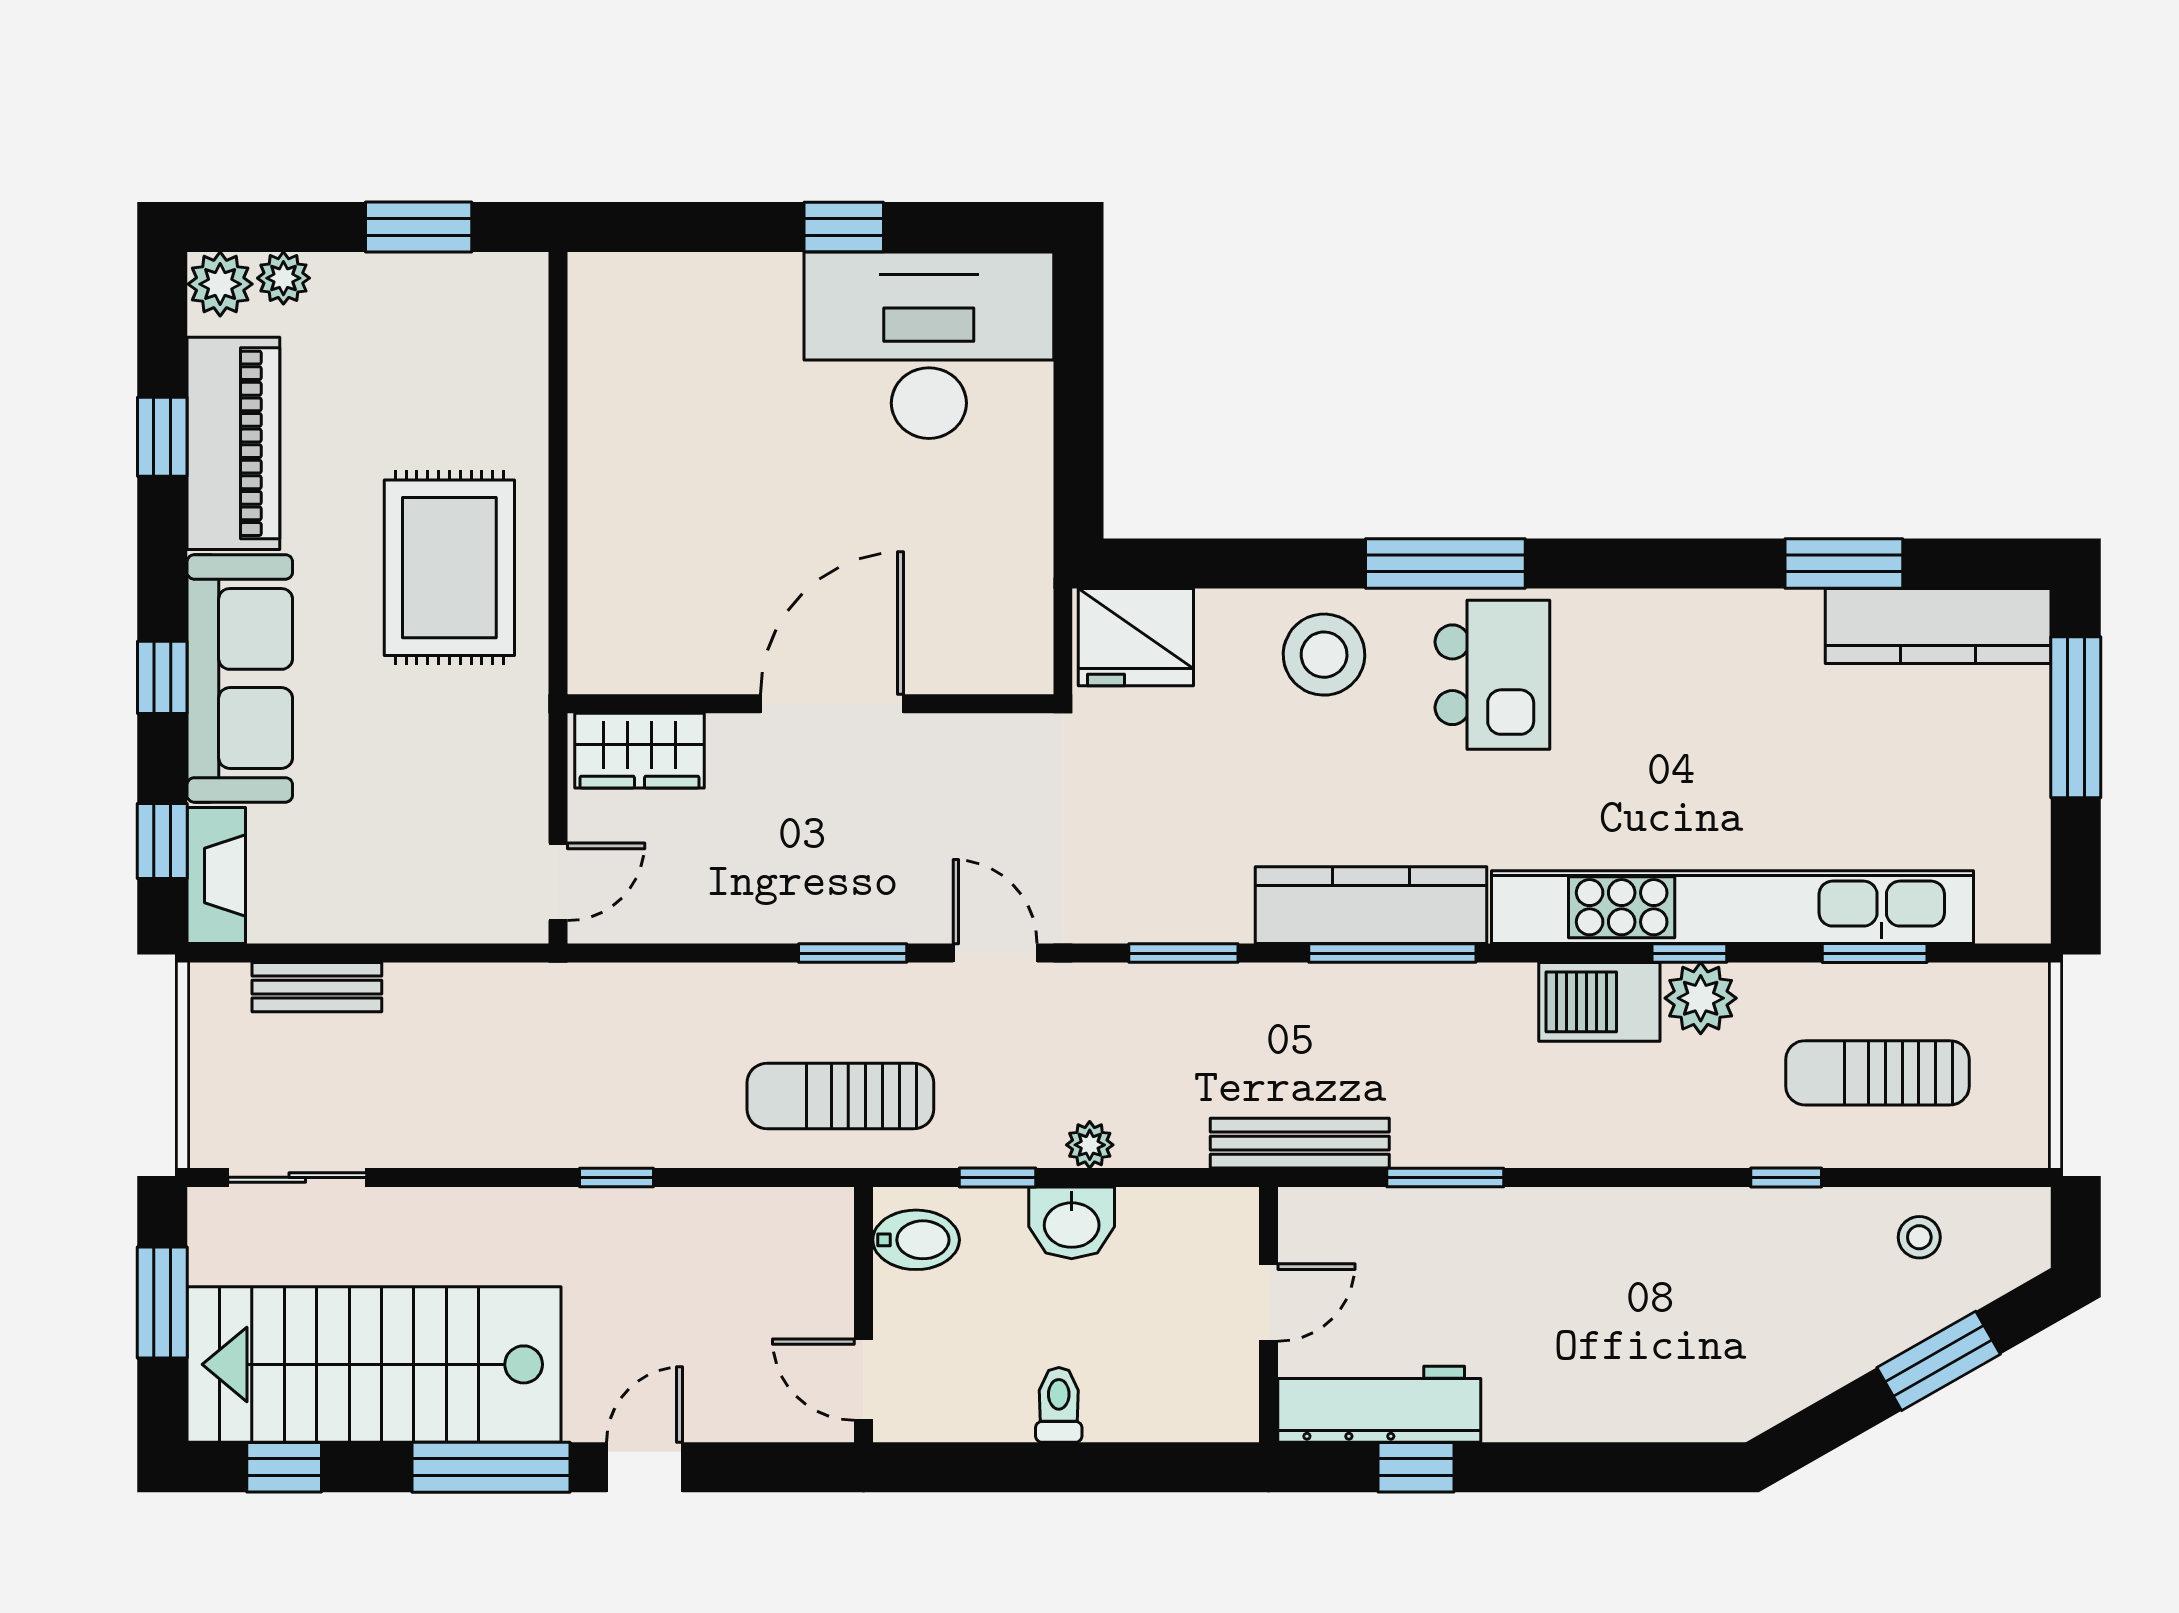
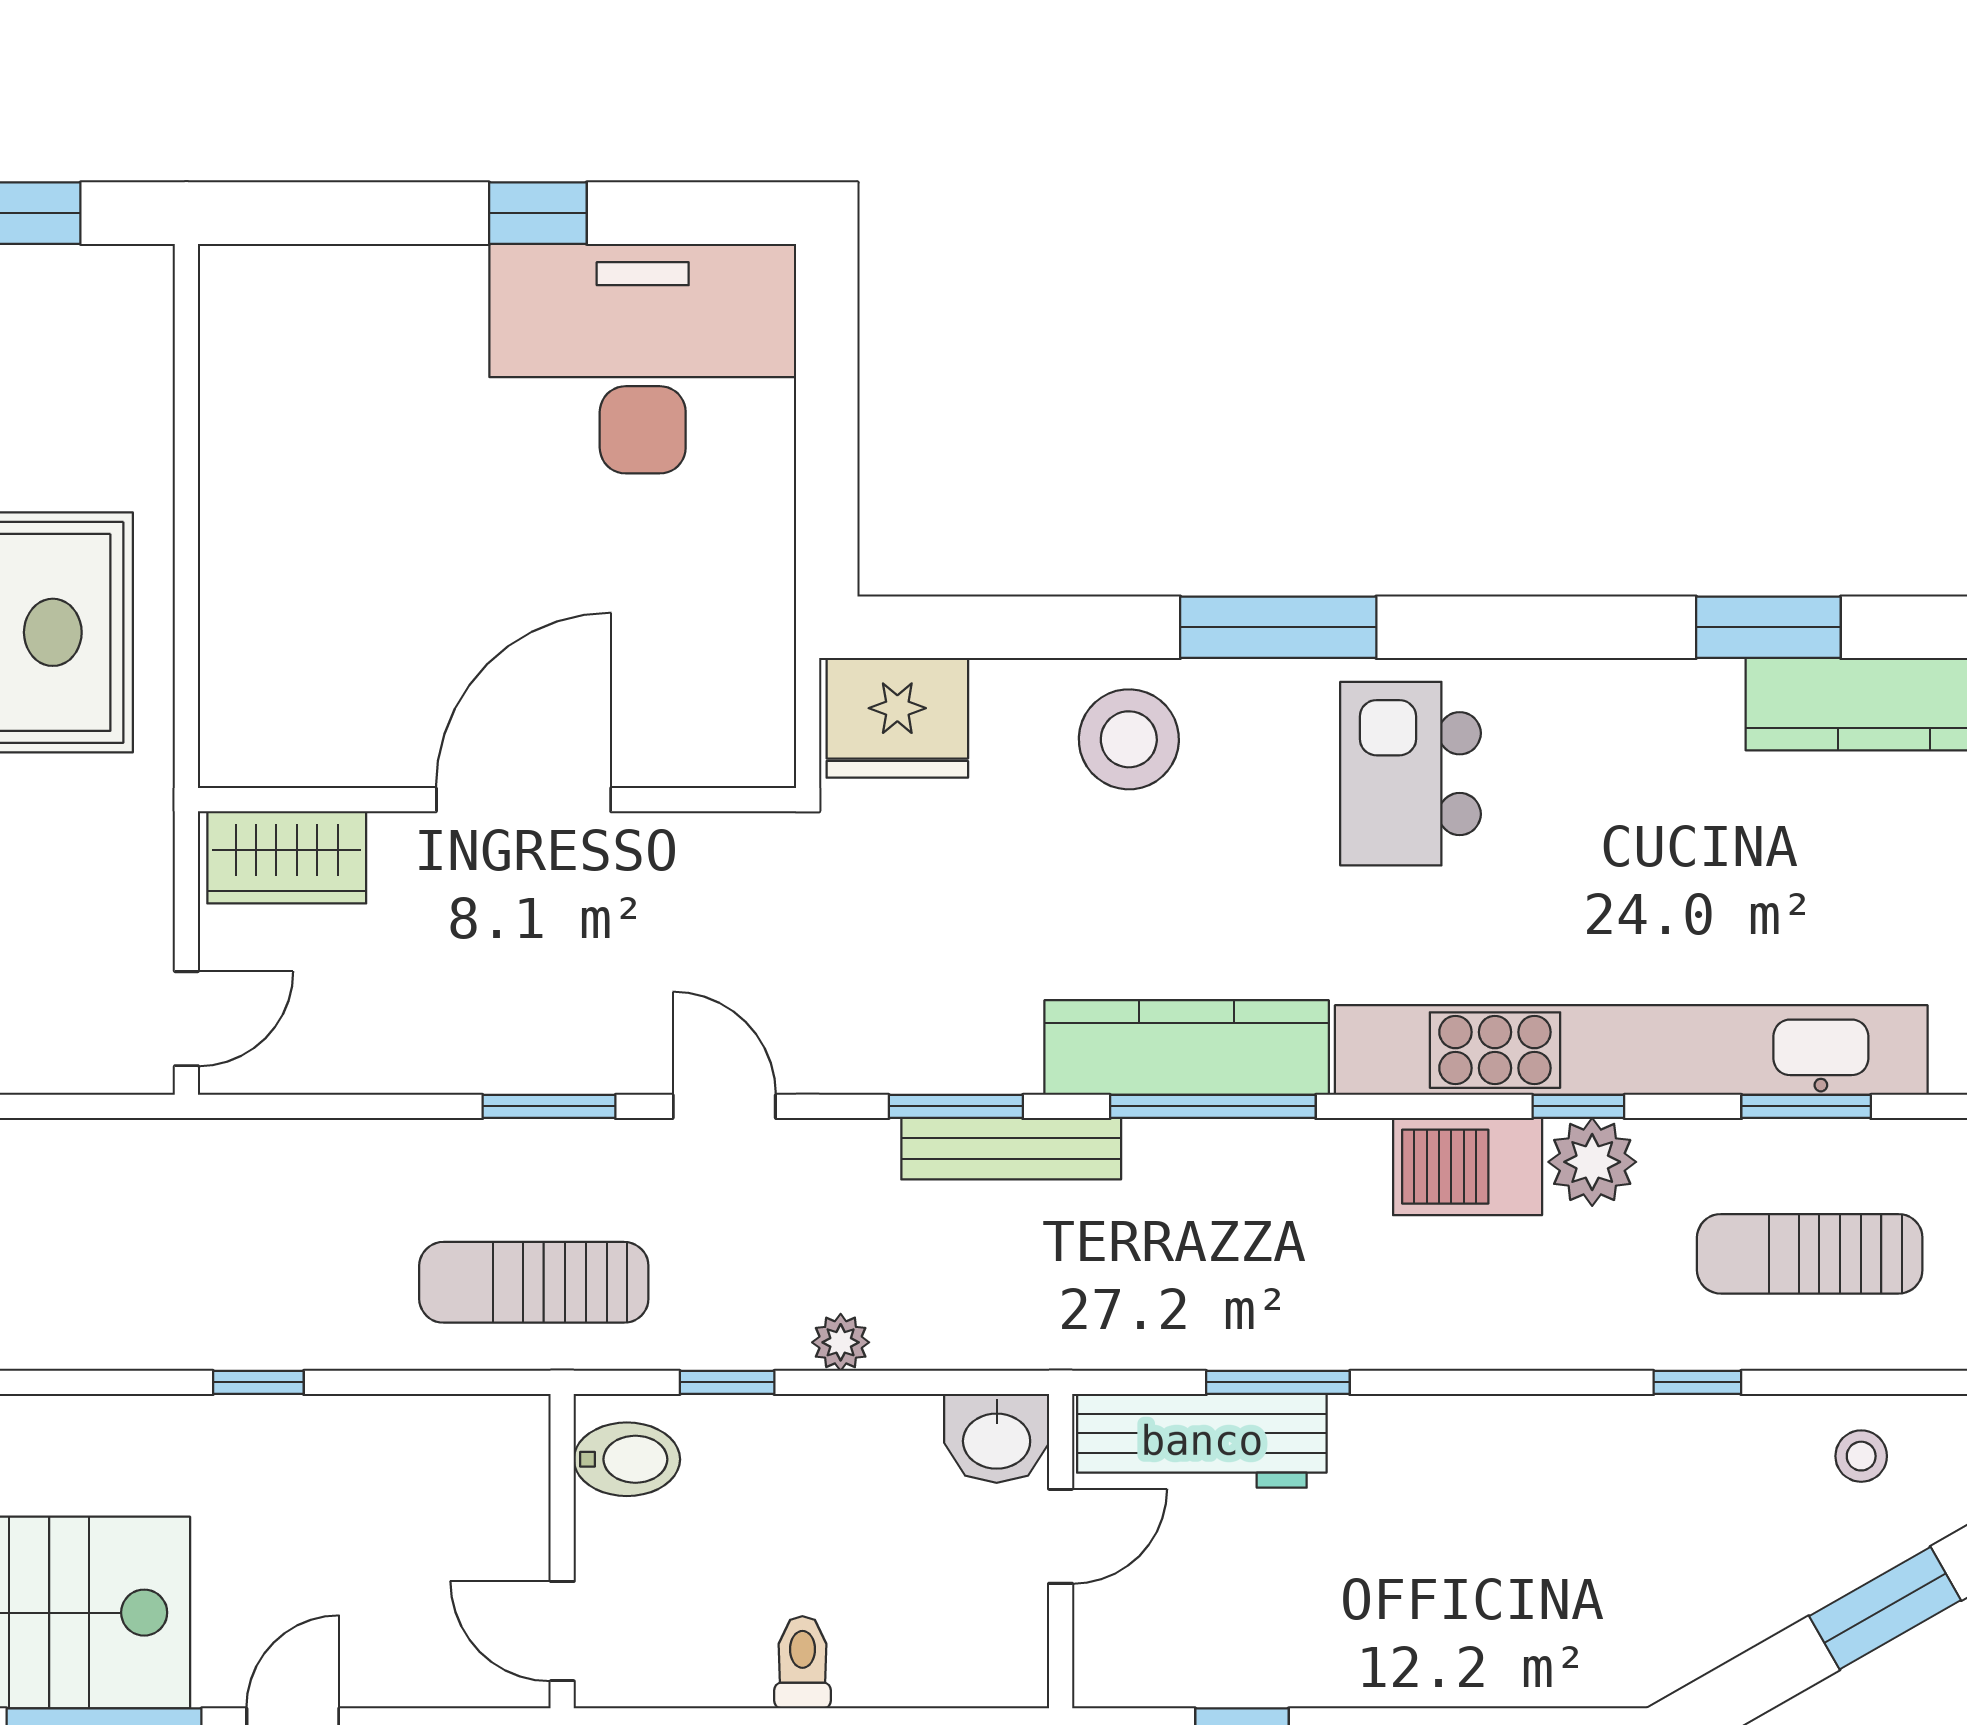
kitchen island: (1492, 675) -> (1410, 774), moved, turned 180
bench: (1300, 1143) -> (1011, 1149), moved
washbasin: (1072, 1223) -> (997, 1438), moved
workbench: (1379, 1404) -> (1202, 1441), moved, turned 180

